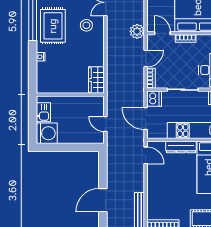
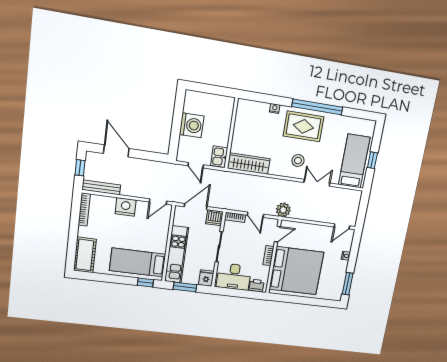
wardrobe: (96, 80) -> (249, 164), width x1.50
kitchen sink: (43, 112) -> (219, 157), moved, turned 90
door: (105, 124) -> (196, 165), swing flipped
washing machine: (47, 133) -> (192, 125), moved, turned -90
dresser: (181, 147) -> (162, 238), removed
nightstand: (155, 185) -> (126, 207), added

